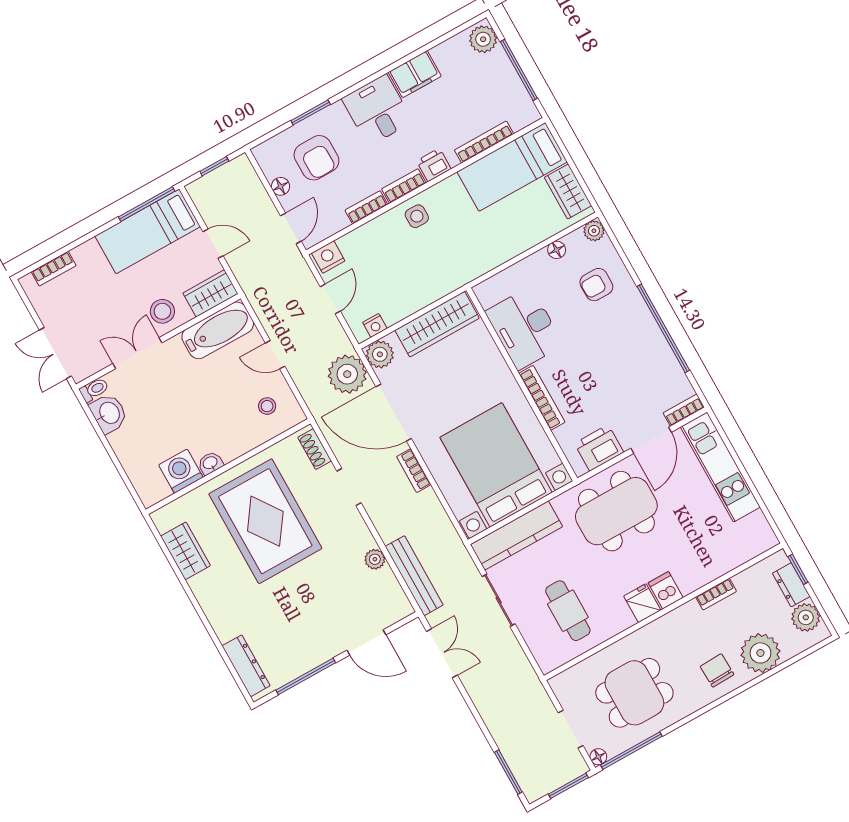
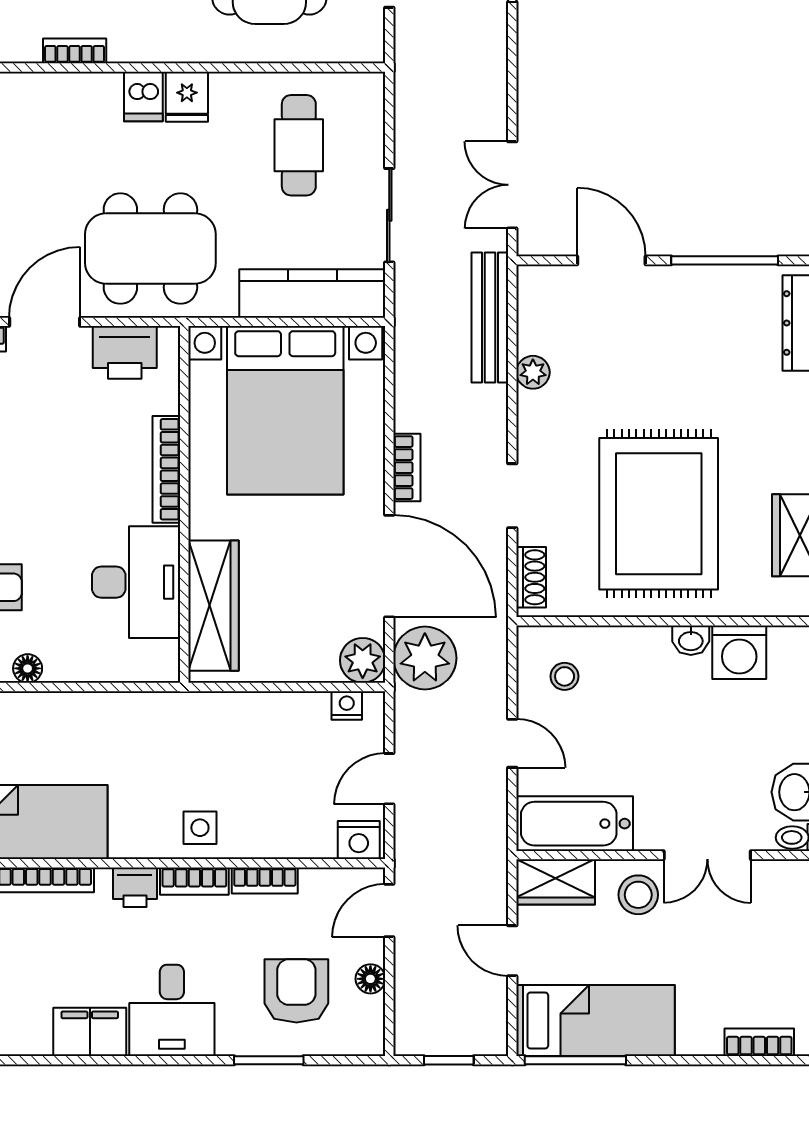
wardrobe: (437, 324) -> (214, 606), moved, turned 90

